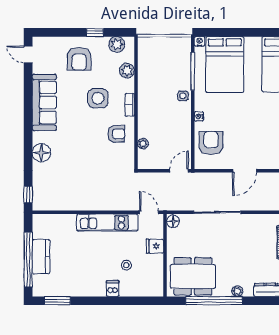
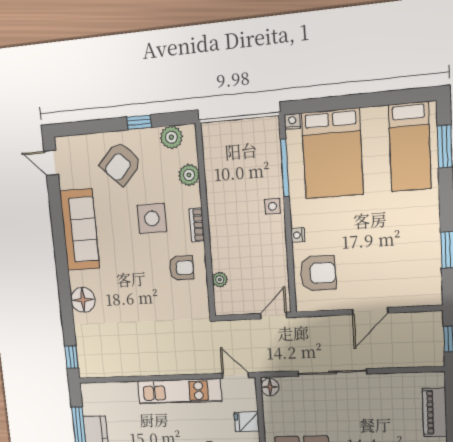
armchair: (79, 59) -> (121, 163), turned 44
armchair: (211, 143) -> (318, 273), turned 90

